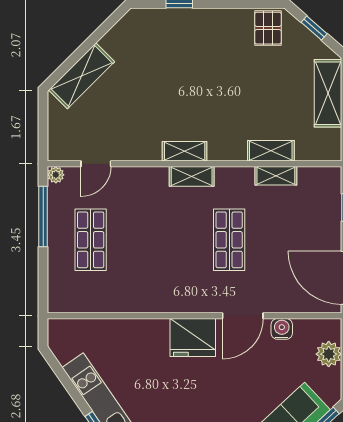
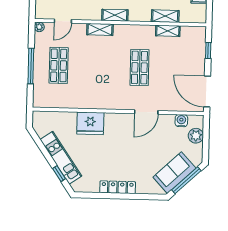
shelving: (192, 176) -> (100, 29), moved
window: (43, 217) -> (31, 66), moved
water cooler: (282, 329) -> (181, 121), moved
fridge: (193, 338) -> (90, 123), moved

